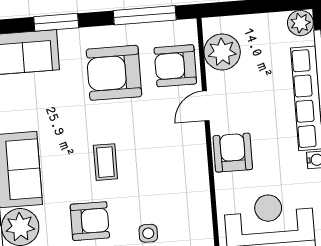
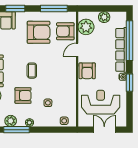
plant: (300, 23) -> (104, 17), moved
armchair: (114, 73) -> (39, 32), turned 180
armchair: (233, 153) -> (87, 71), turned 180

